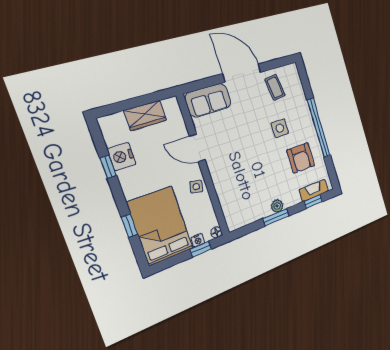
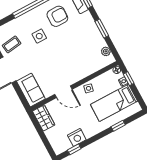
wardrobe: (145, 115) -> (44, 118), moved
door: (197, 148) -> (63, 92), hinge flipped
window: (108, 167) -> (74, 149), moved
plant: (277, 206) -> (106, 51), moved
bed: (160, 226) -> (114, 103), width x0.67

